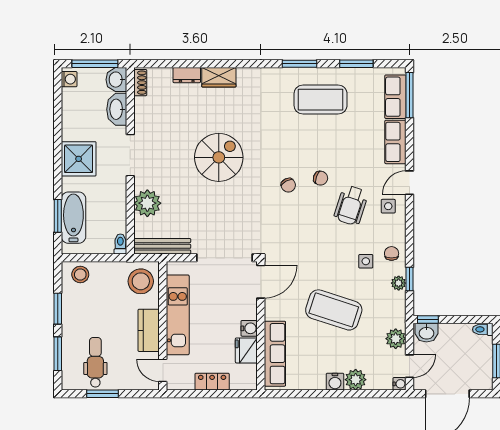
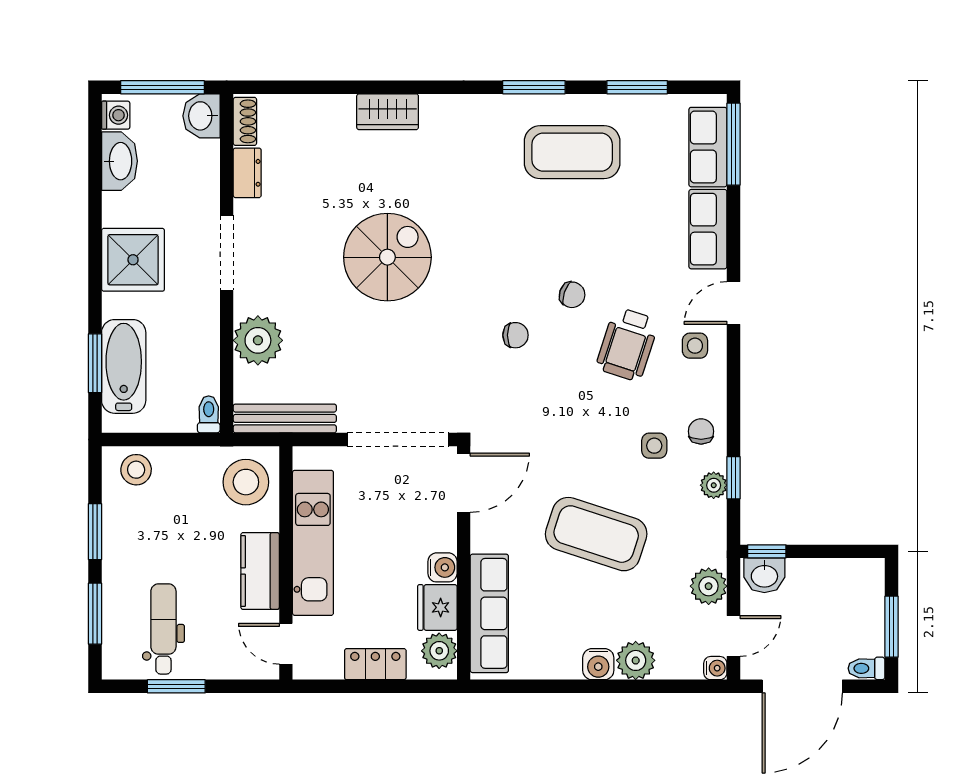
dresser: (187, 75) -> (247, 173), moved, turned -90
washbasin: (117, 109) -> (119, 161), moved, turned 180
chair: (288, 185) -> (515, 335), moved, turned -62
toilet: (483, 329) -> (866, 668), moved
plant: (247, 374) -> (439, 651), added

